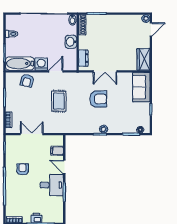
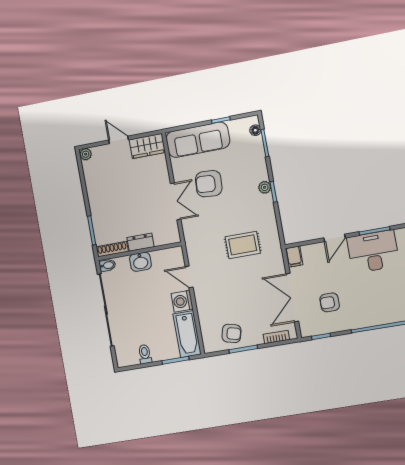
door: (151, 29) -> (118, 140), moved
dresser: (83, 58) -> (141, 242), moved
armchair: (27, 81) -> (231, 333), moved
sofa: (141, 87) -> (198, 140), width x1.36
armchair: (98, 99) -> (209, 184), moved, turned -86
rug: (59, 101) -> (243, 245), moved
double door: (32, 134) -> (292, 298), width x1.37
filing cabinet: (57, 151) -> (294, 257), moved
armchair: (23, 169) -> (330, 302), moved
desk: (52, 185) -> (373, 252), width x1.37

